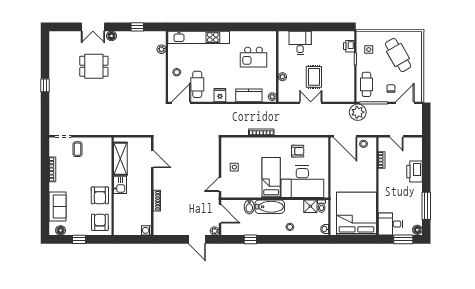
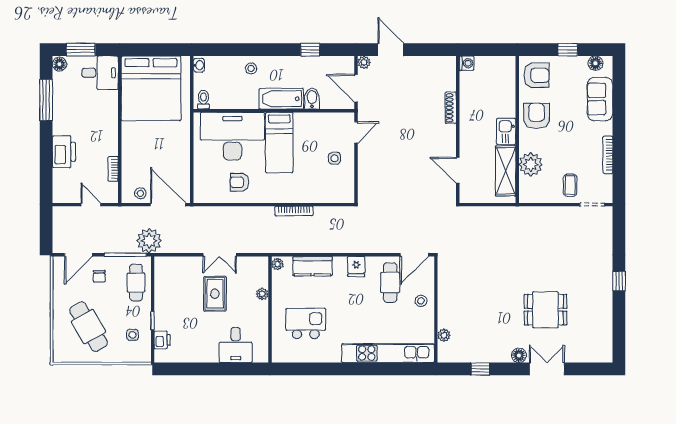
plant: (104, 163) -> (531, 164), added
shower: (310, 206) -> (220, 99), removed
armchair: (100, 222) -> (536, 75), turned -90

